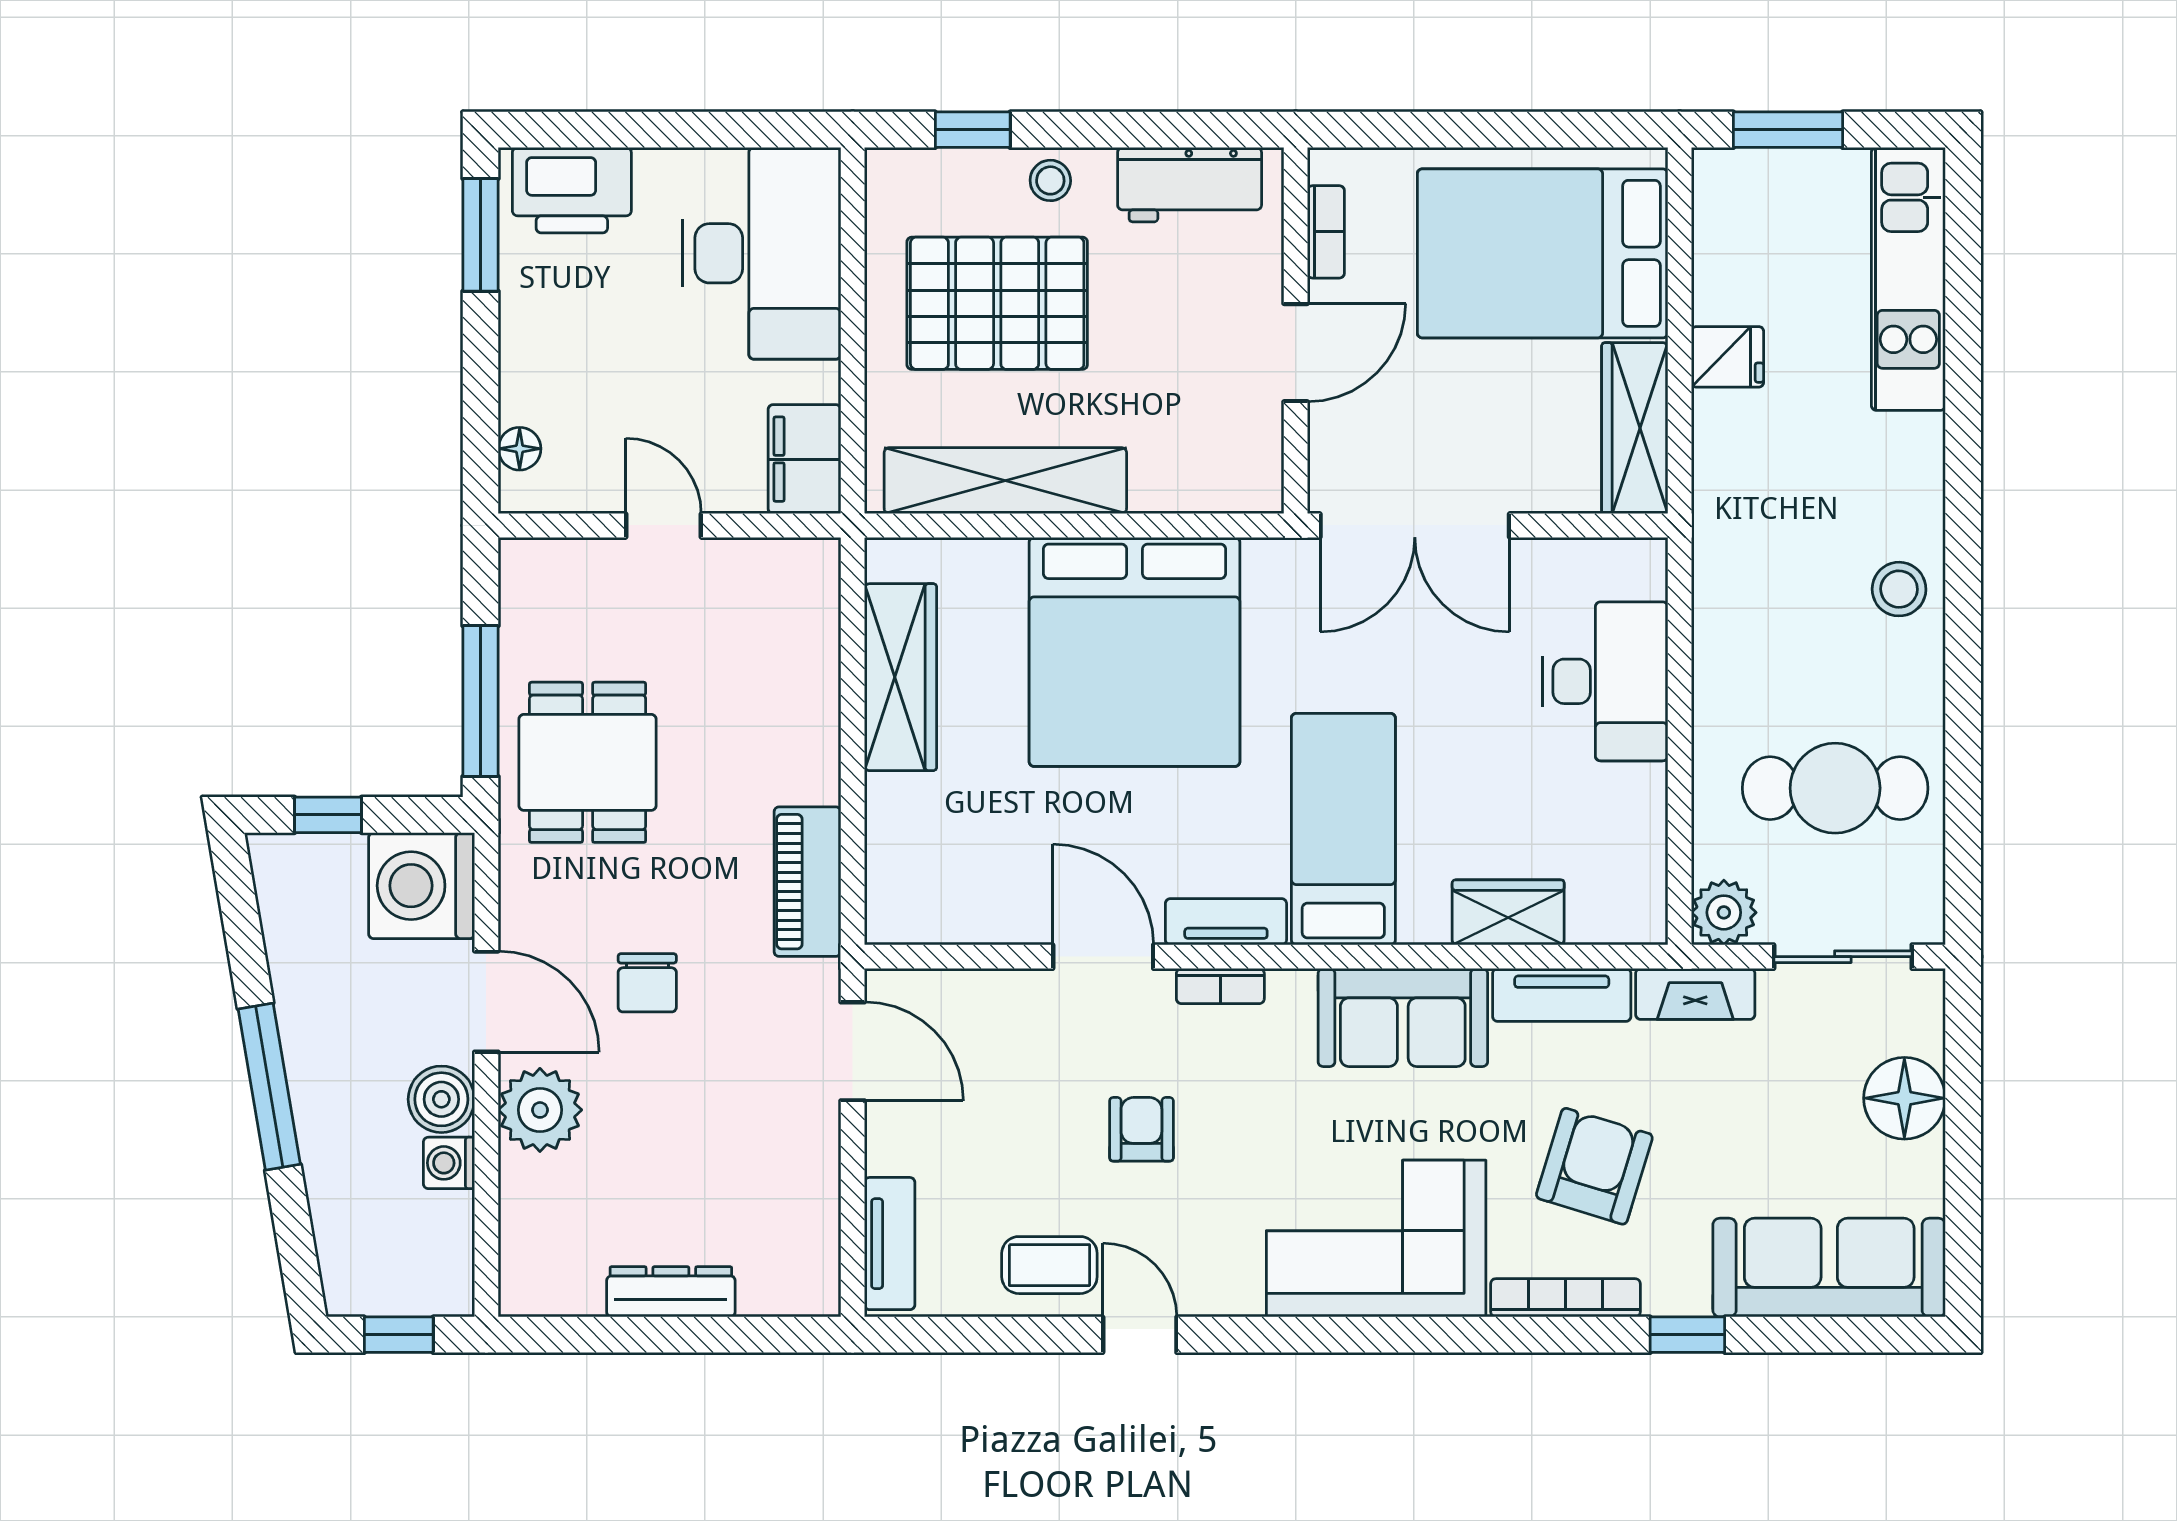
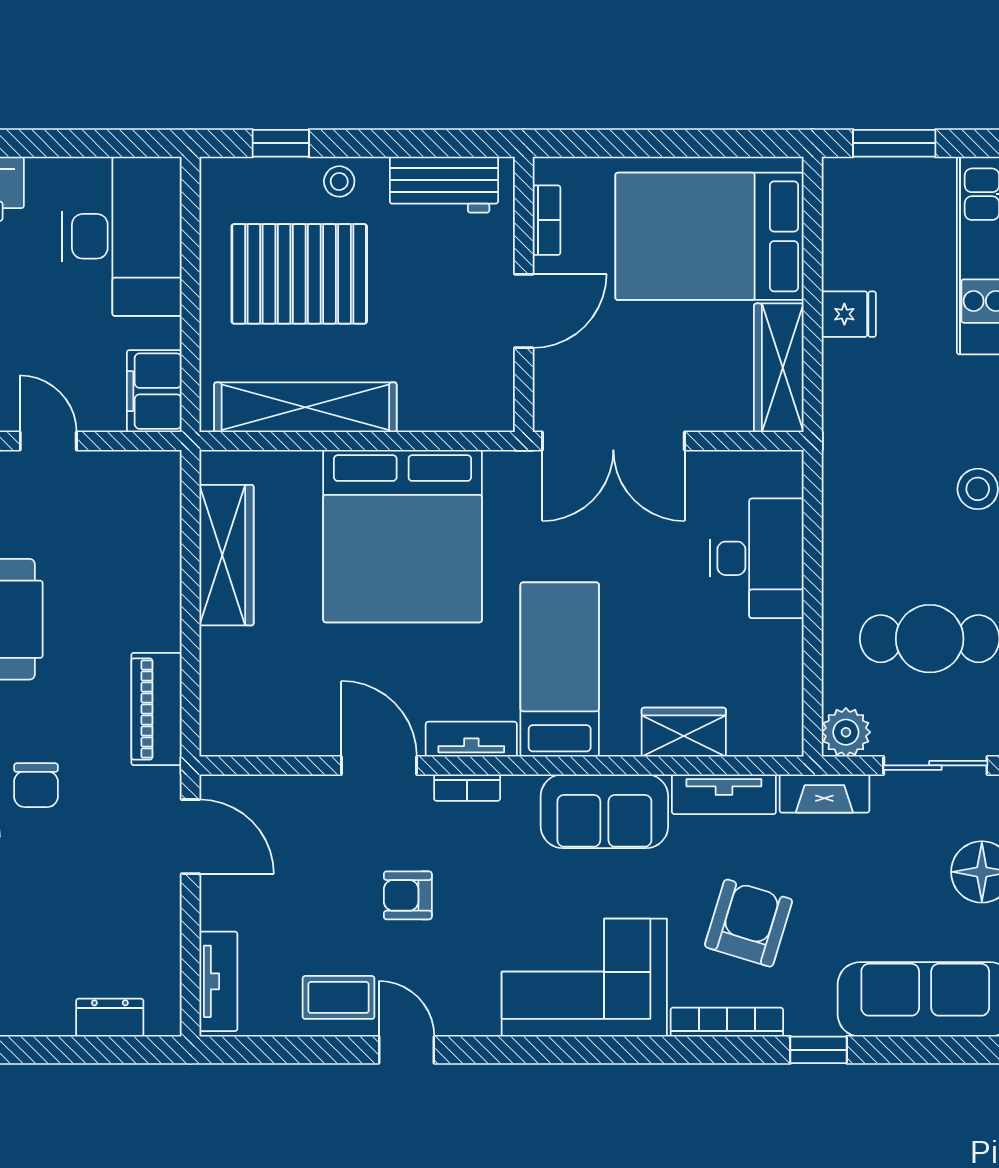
armchair: (1141, 1129) -> (408, 895), turned -90
dresser: (671, 1292) -> (110, 1018), moved, width x0.70

